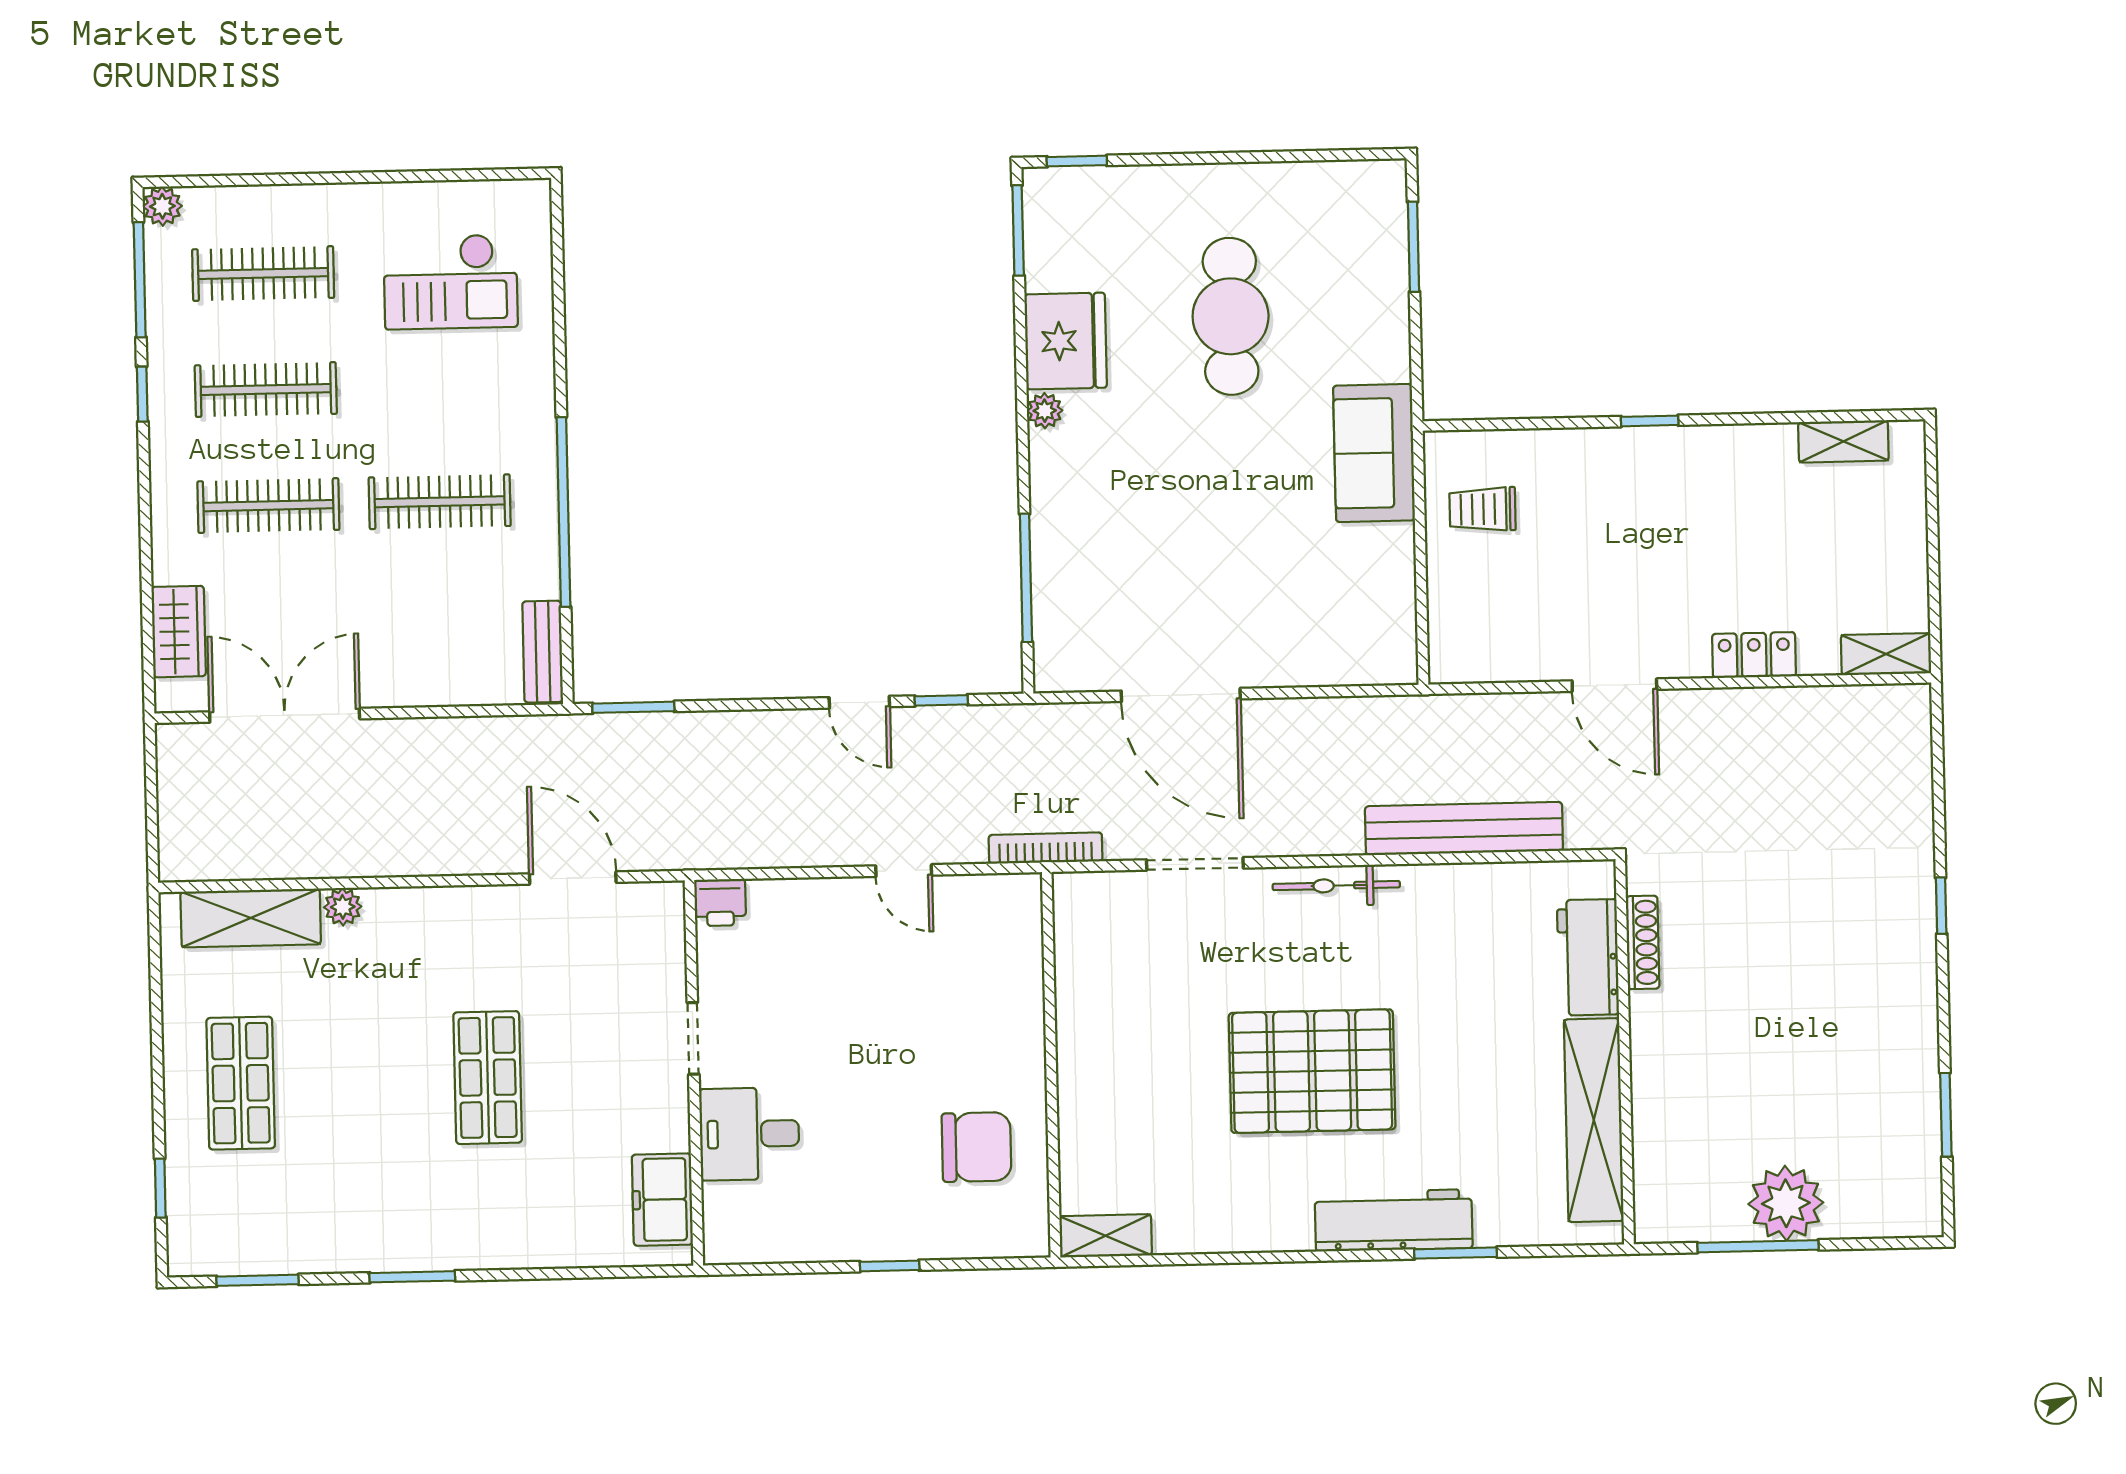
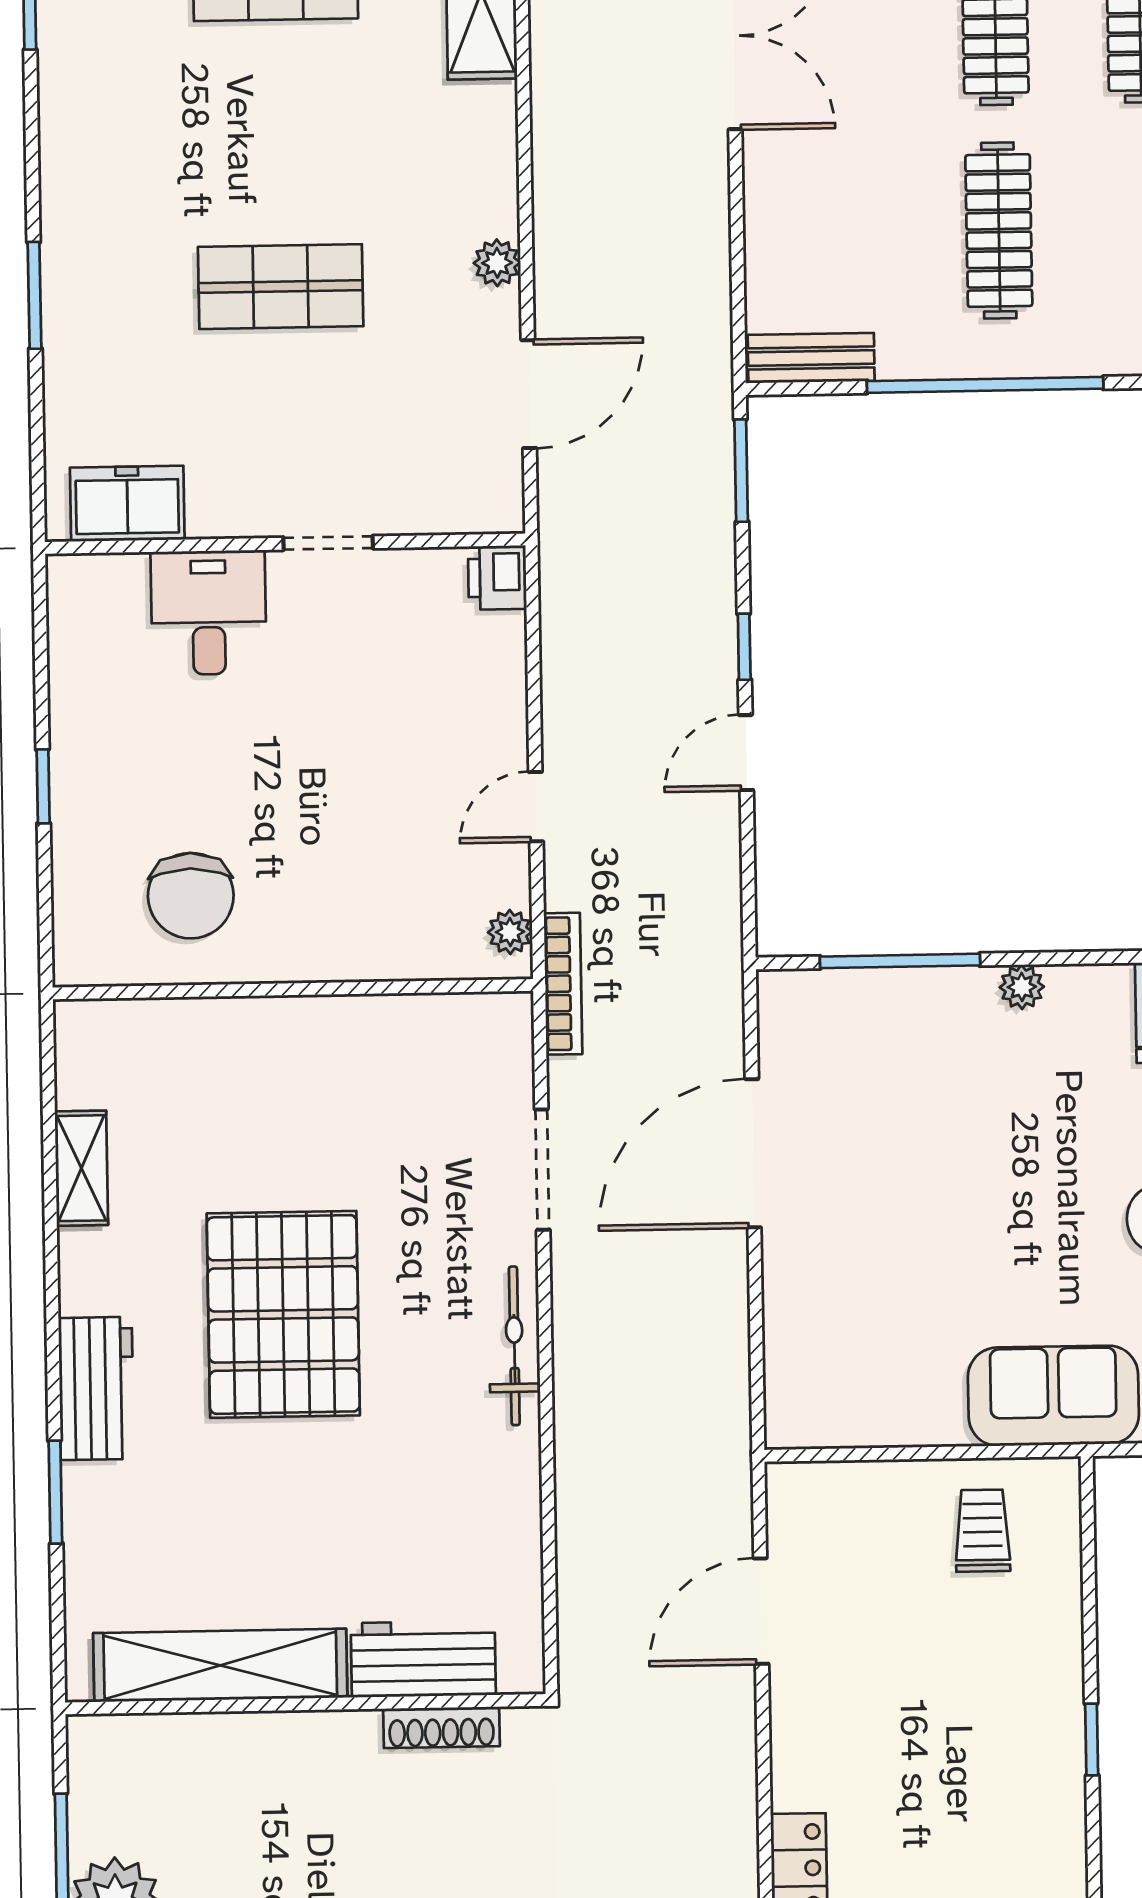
plant: (1045, 411) -> (1022, 987), moved
door: (1614, 685) -> (761, 1611), moved
window: (941, 700) -> (744, 647), moved
bench: (1464, 829) -> (585, 1505), removed
plant: (1004, 891) -> (510, 932), added
plant: (343, 907) -> (497, 263), moved
workbench: (1394, 1220) -> (96, 1388), width x0.73
shelving: (1106, 1236) -> (81, 1168), moved
window: (412, 1277) -> (35, 295), moved

